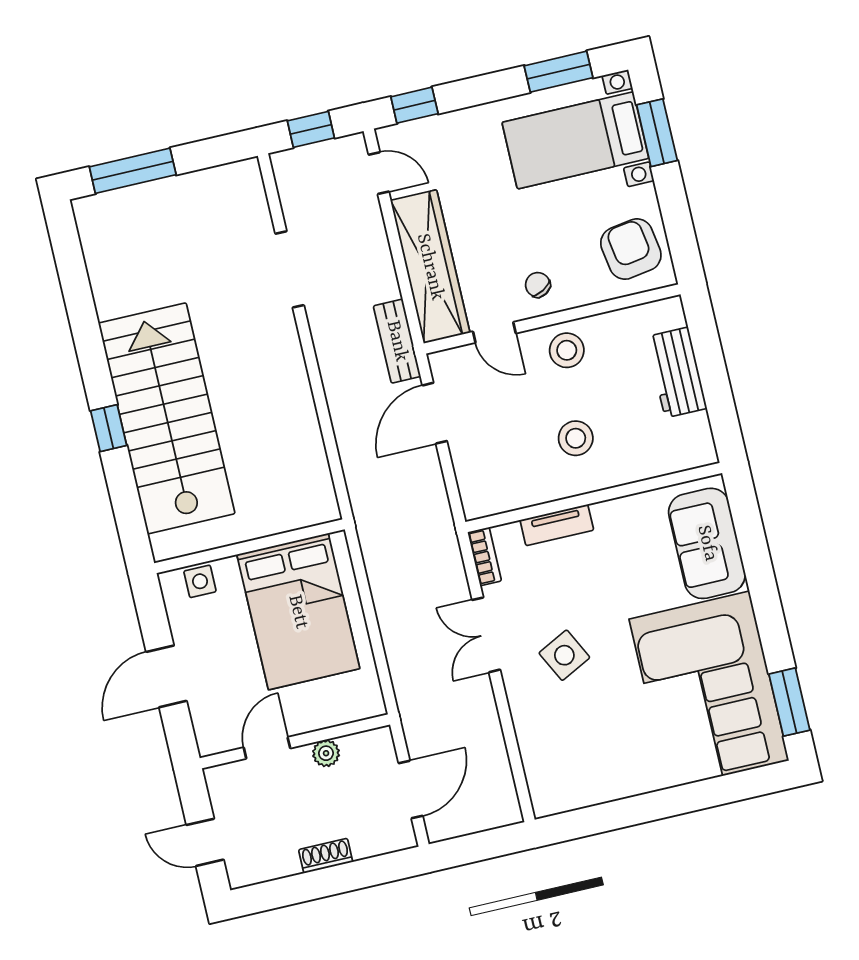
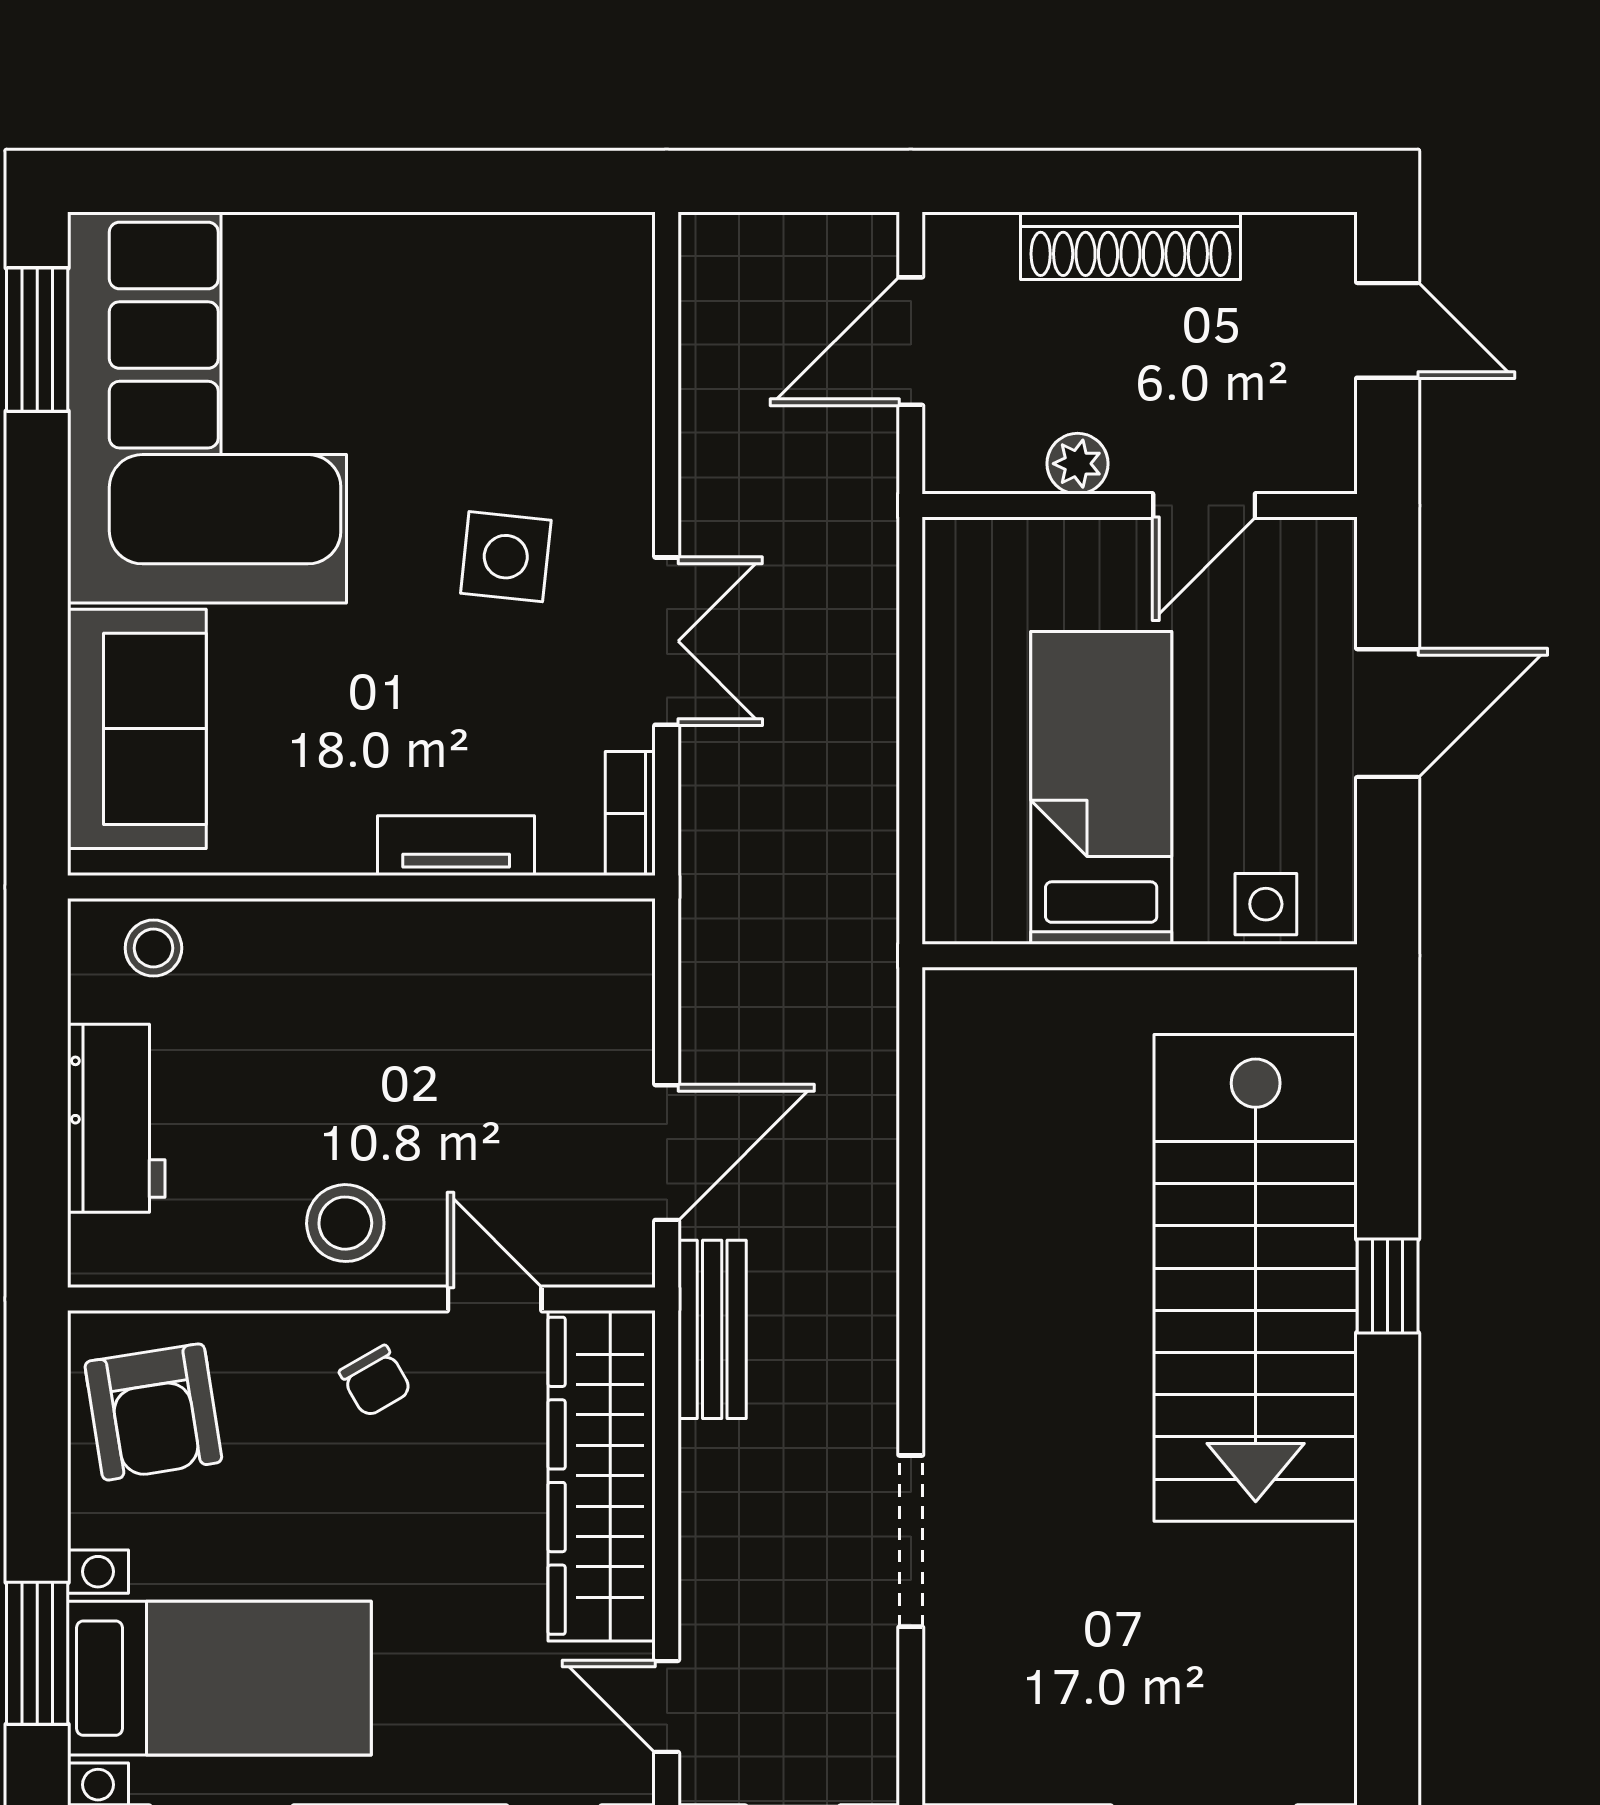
stool: (576, 438) -> (153, 948), moved, width x0.73, depth x0.73
bed: (298, 612) -> (1101, 788), width x0.67
side table: (564, 655) -> (506, 557), turned 33
shoe rack: (326, 856) -> (1130, 246), width x1.94, depth x1.24

